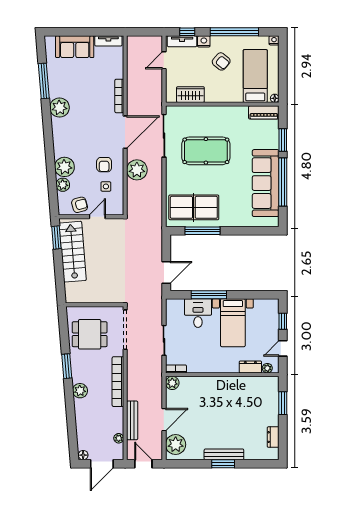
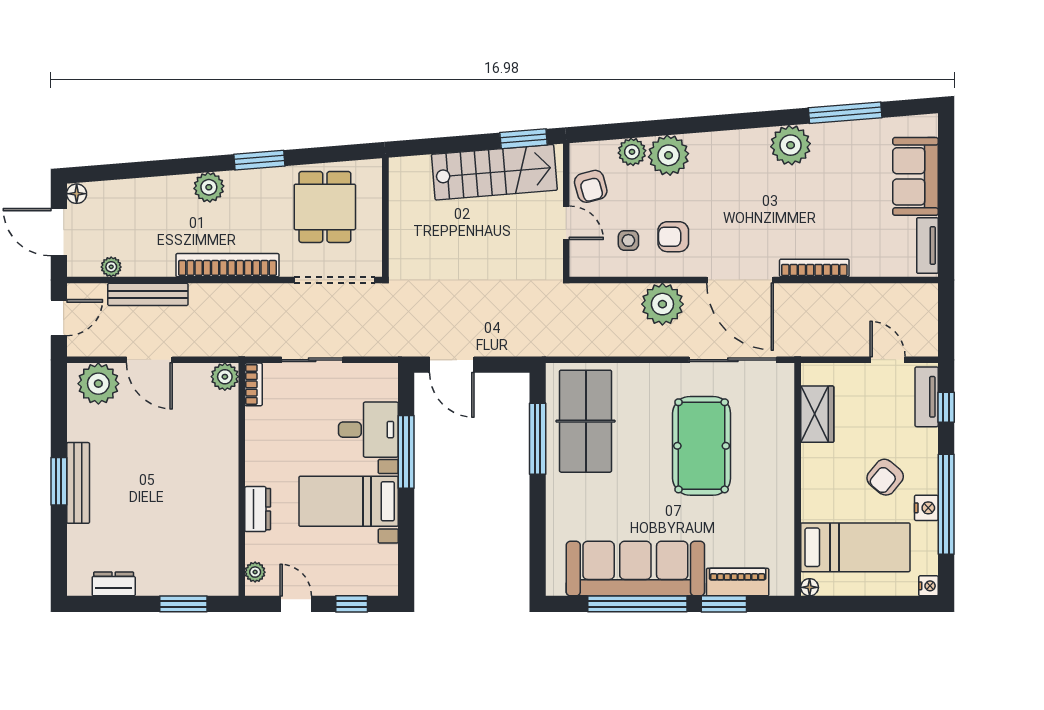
nightstand: (204, 41) -> (926, 508), moved
piano: (264, 112) -> (738, 582), moved, turned 90
dresser: (250, 367) -> (258, 509), moved

